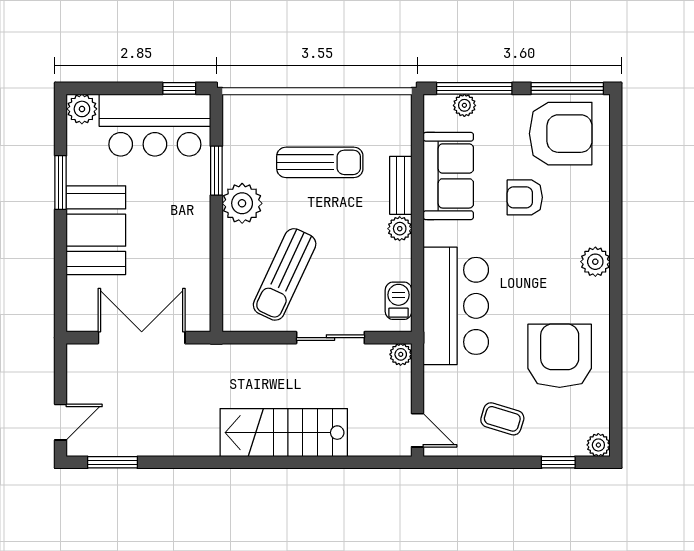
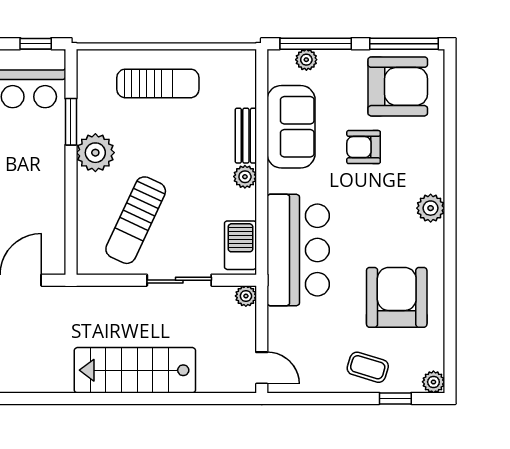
sun lounger: (320, 162) -> (158, 83), moved
barbecue: (399, 301) -> (240, 245), width x1.38, depth x1.27
coffee table: (502, 419) -> (368, 367), moved

